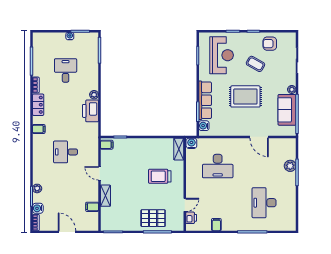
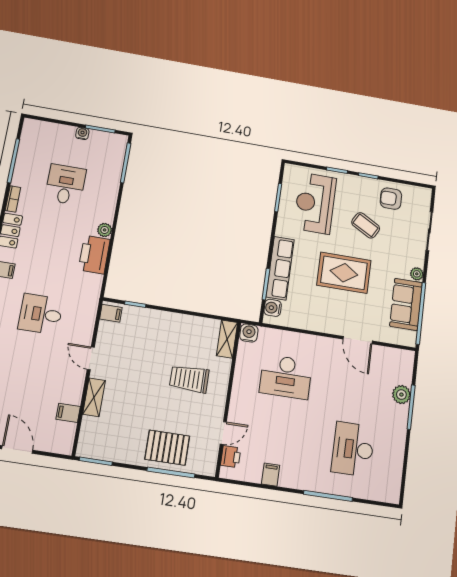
reception desk: (222, 55) -> (315, 203), turned 180

